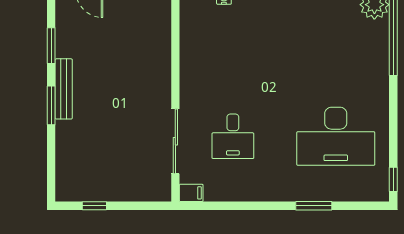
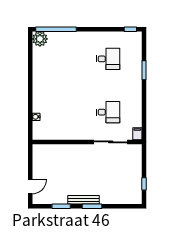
desk: (336, 136) -> (108, 59), width x0.53, depth x0.77

